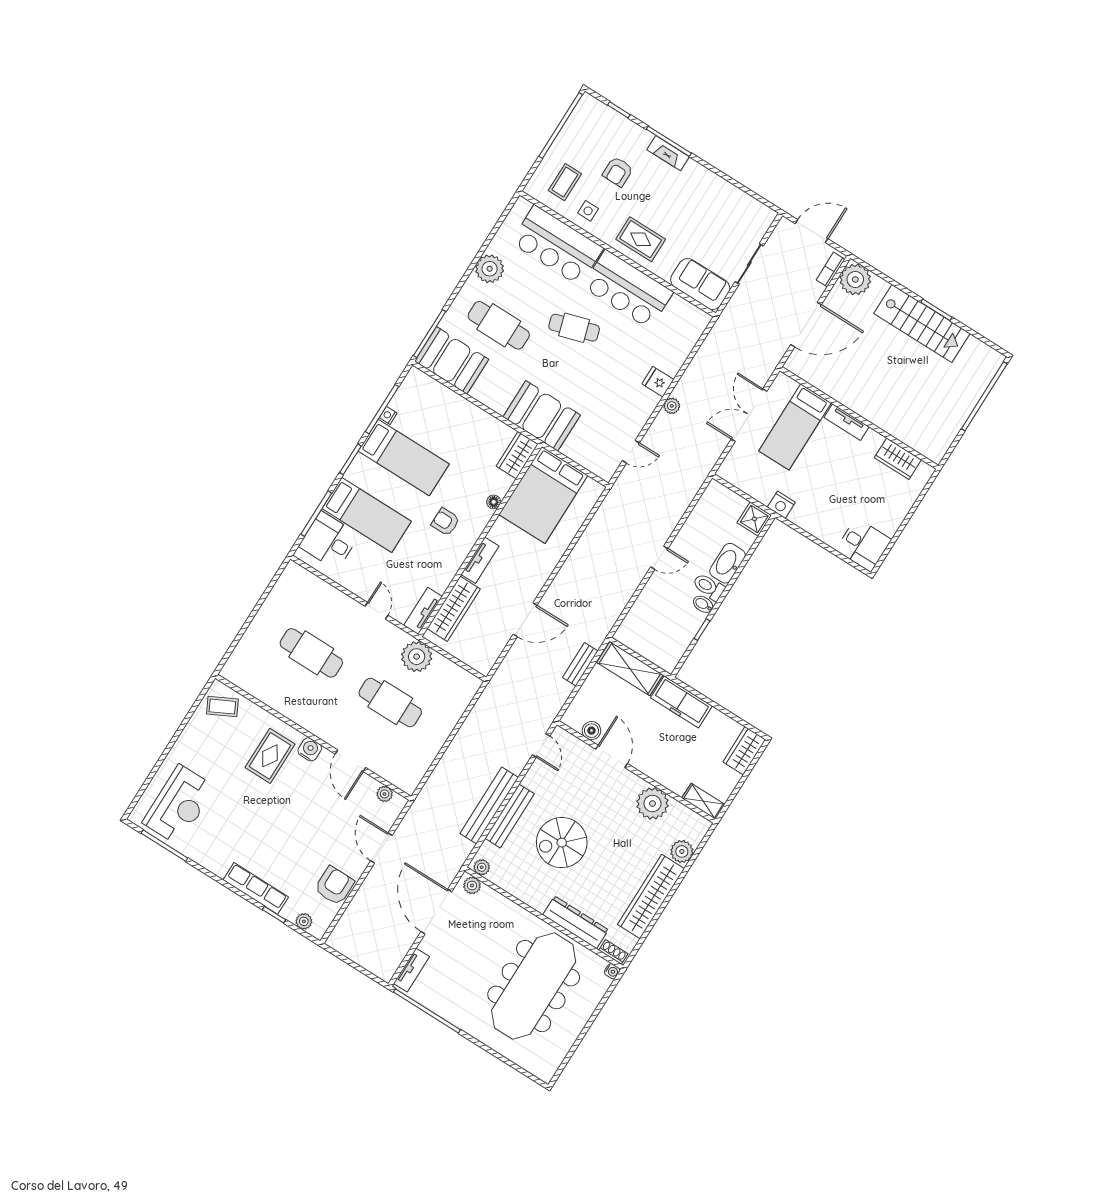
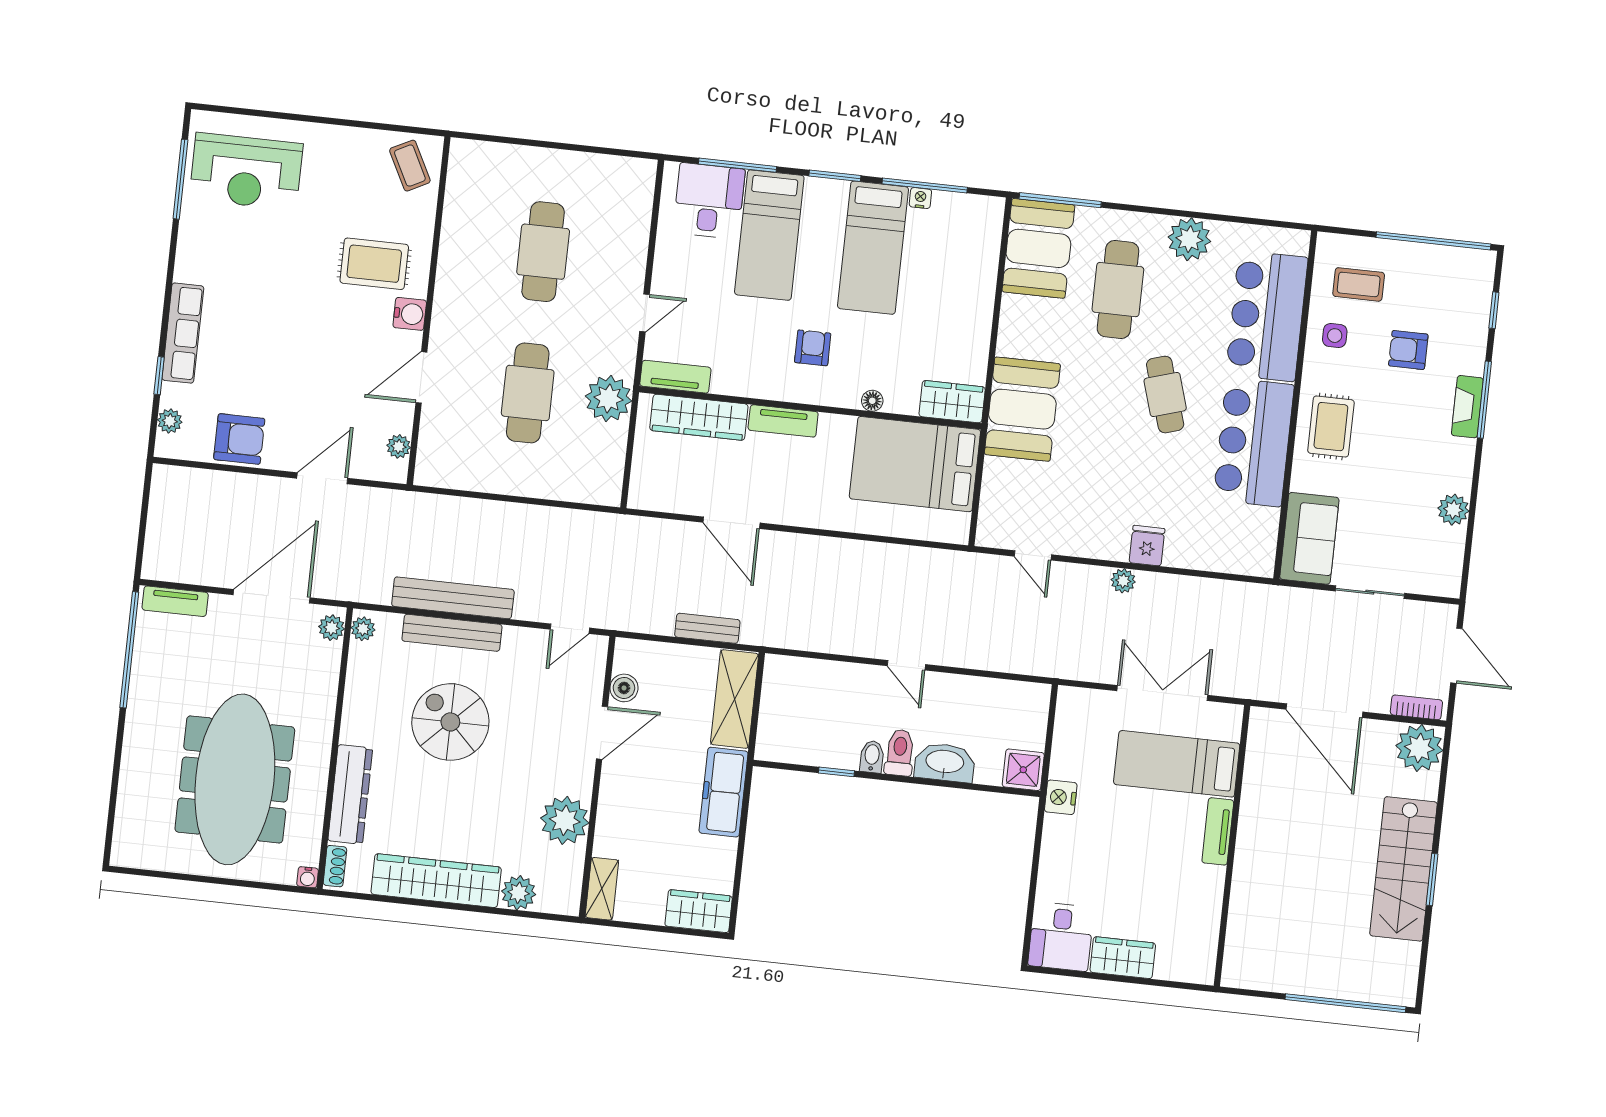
plant: (725, 191) -> (1453, 510), added
wardrobe: (898, 459) -> (1123, 958), moved, turned 90
meeting table: (534, 986) -> (235, 779), turned 90

